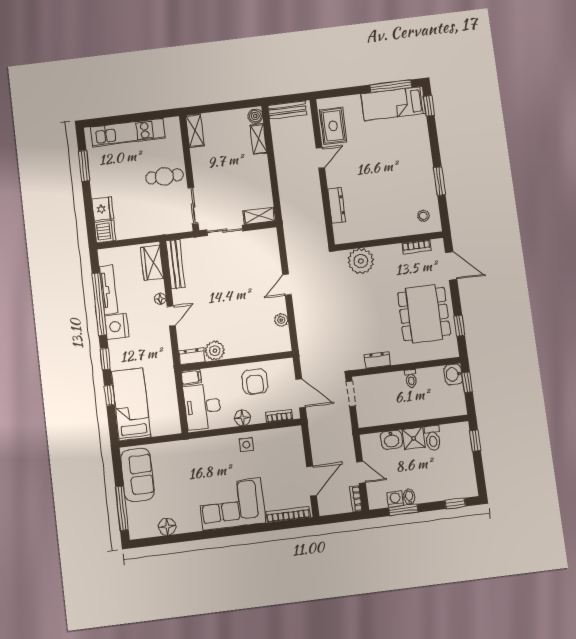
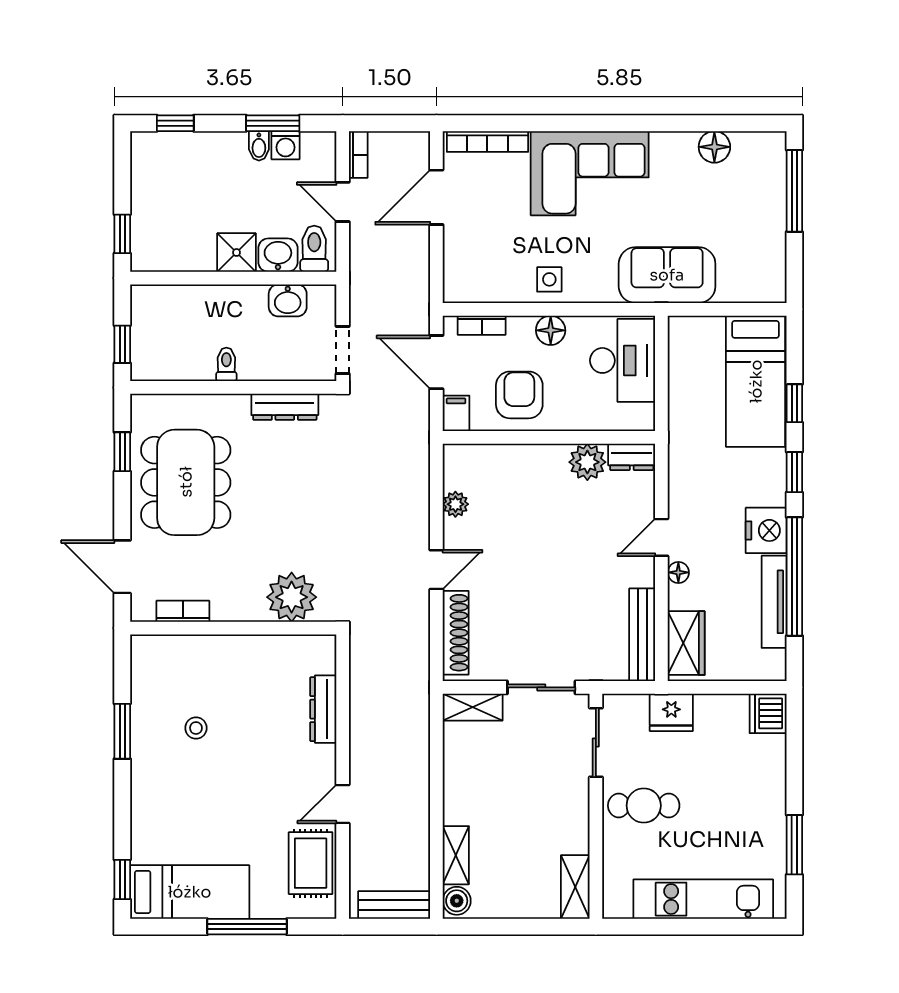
window: (391, 86) -> (247, 927), moved
fridge: (103, 209) -> (671, 712), moved, turned -90
stool: (423, 216) -> (196, 728), moved
shoe rack: (273, 253) -> (456, 633), added
dresser: (377, 360) -> (285, 407), width x1.44
washbasin: (453, 374) -> (288, 300), moved, turned 90
filing cabinet: (191, 377) -> (456, 413), moved, turned 90
toilet: (433, 438) -> (314, 249), moved
sofa: (137, 475) -> (667, 275), moved, turned 90

